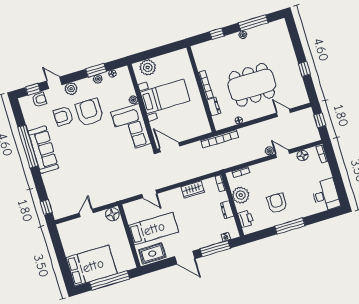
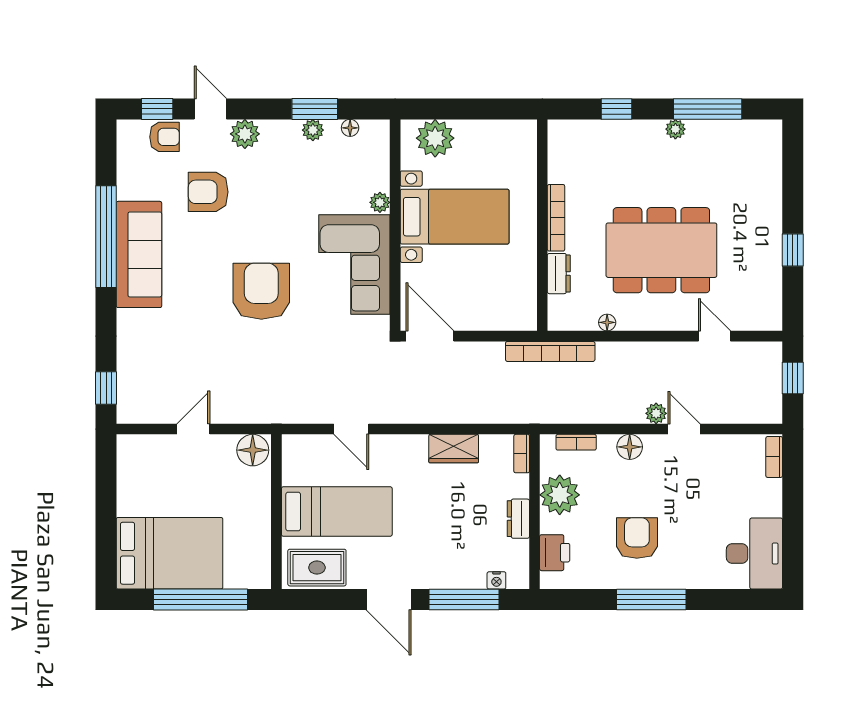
armchair: (89, 112) -> (261, 291), moved
floor lamp: (302, 155) -> (630, 447), moved

